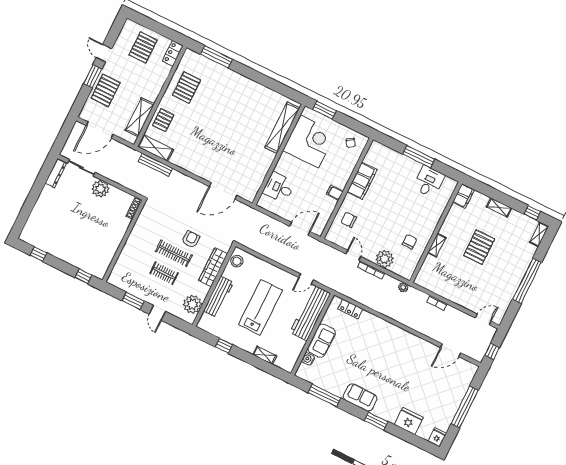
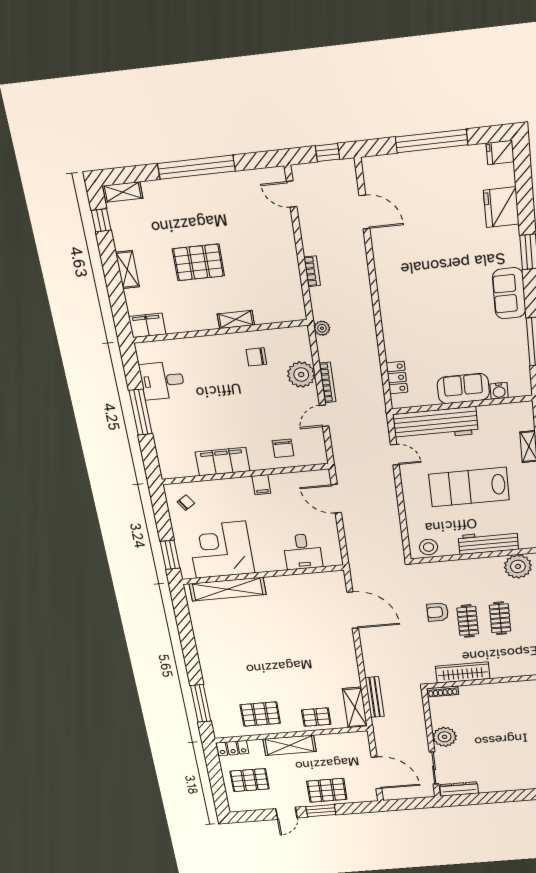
shelving: (140, 117) -> (289, 745), moved
clothes rail: (174, 253) -> (468, 621), width x0.73
wardrobe: (213, 267) -> (463, 672), moved, turned 180

